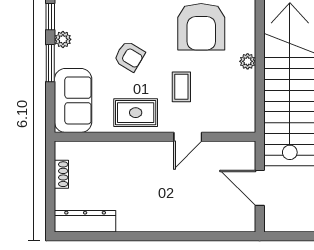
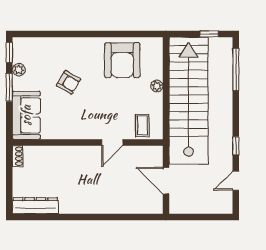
coffee table: (181, 87) -> (142, 126), moved
rug: (136, 113) -> (73, 124), removed
shoe rack: (61, 174) -> (18, 156), moved

